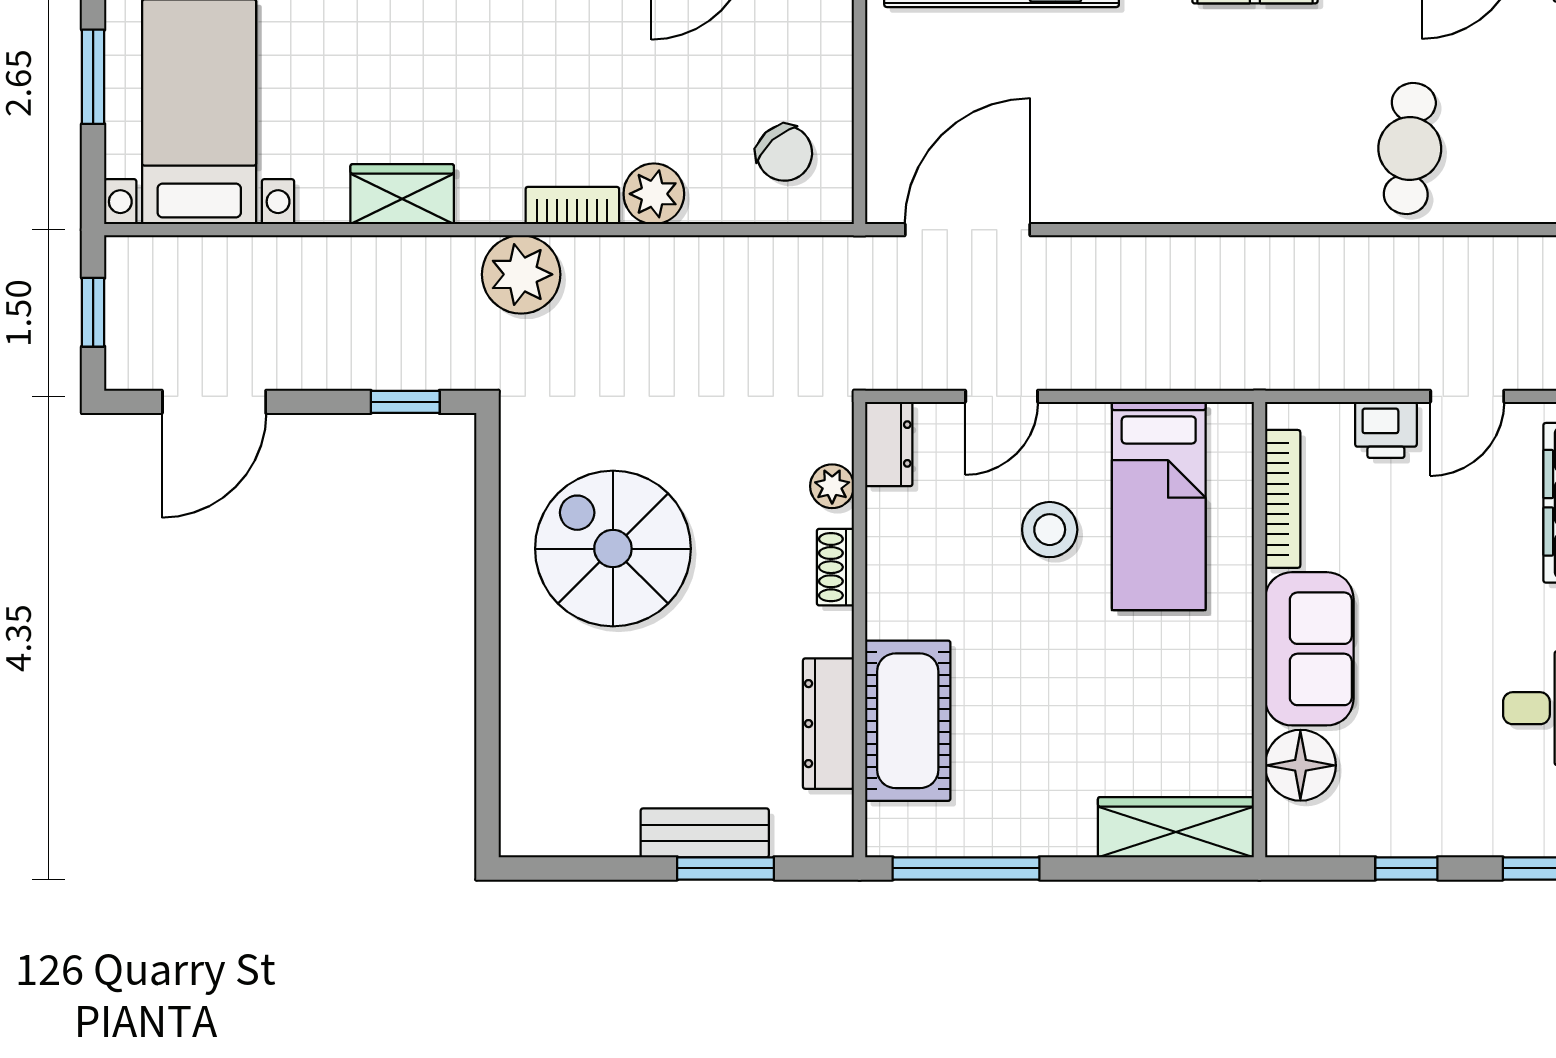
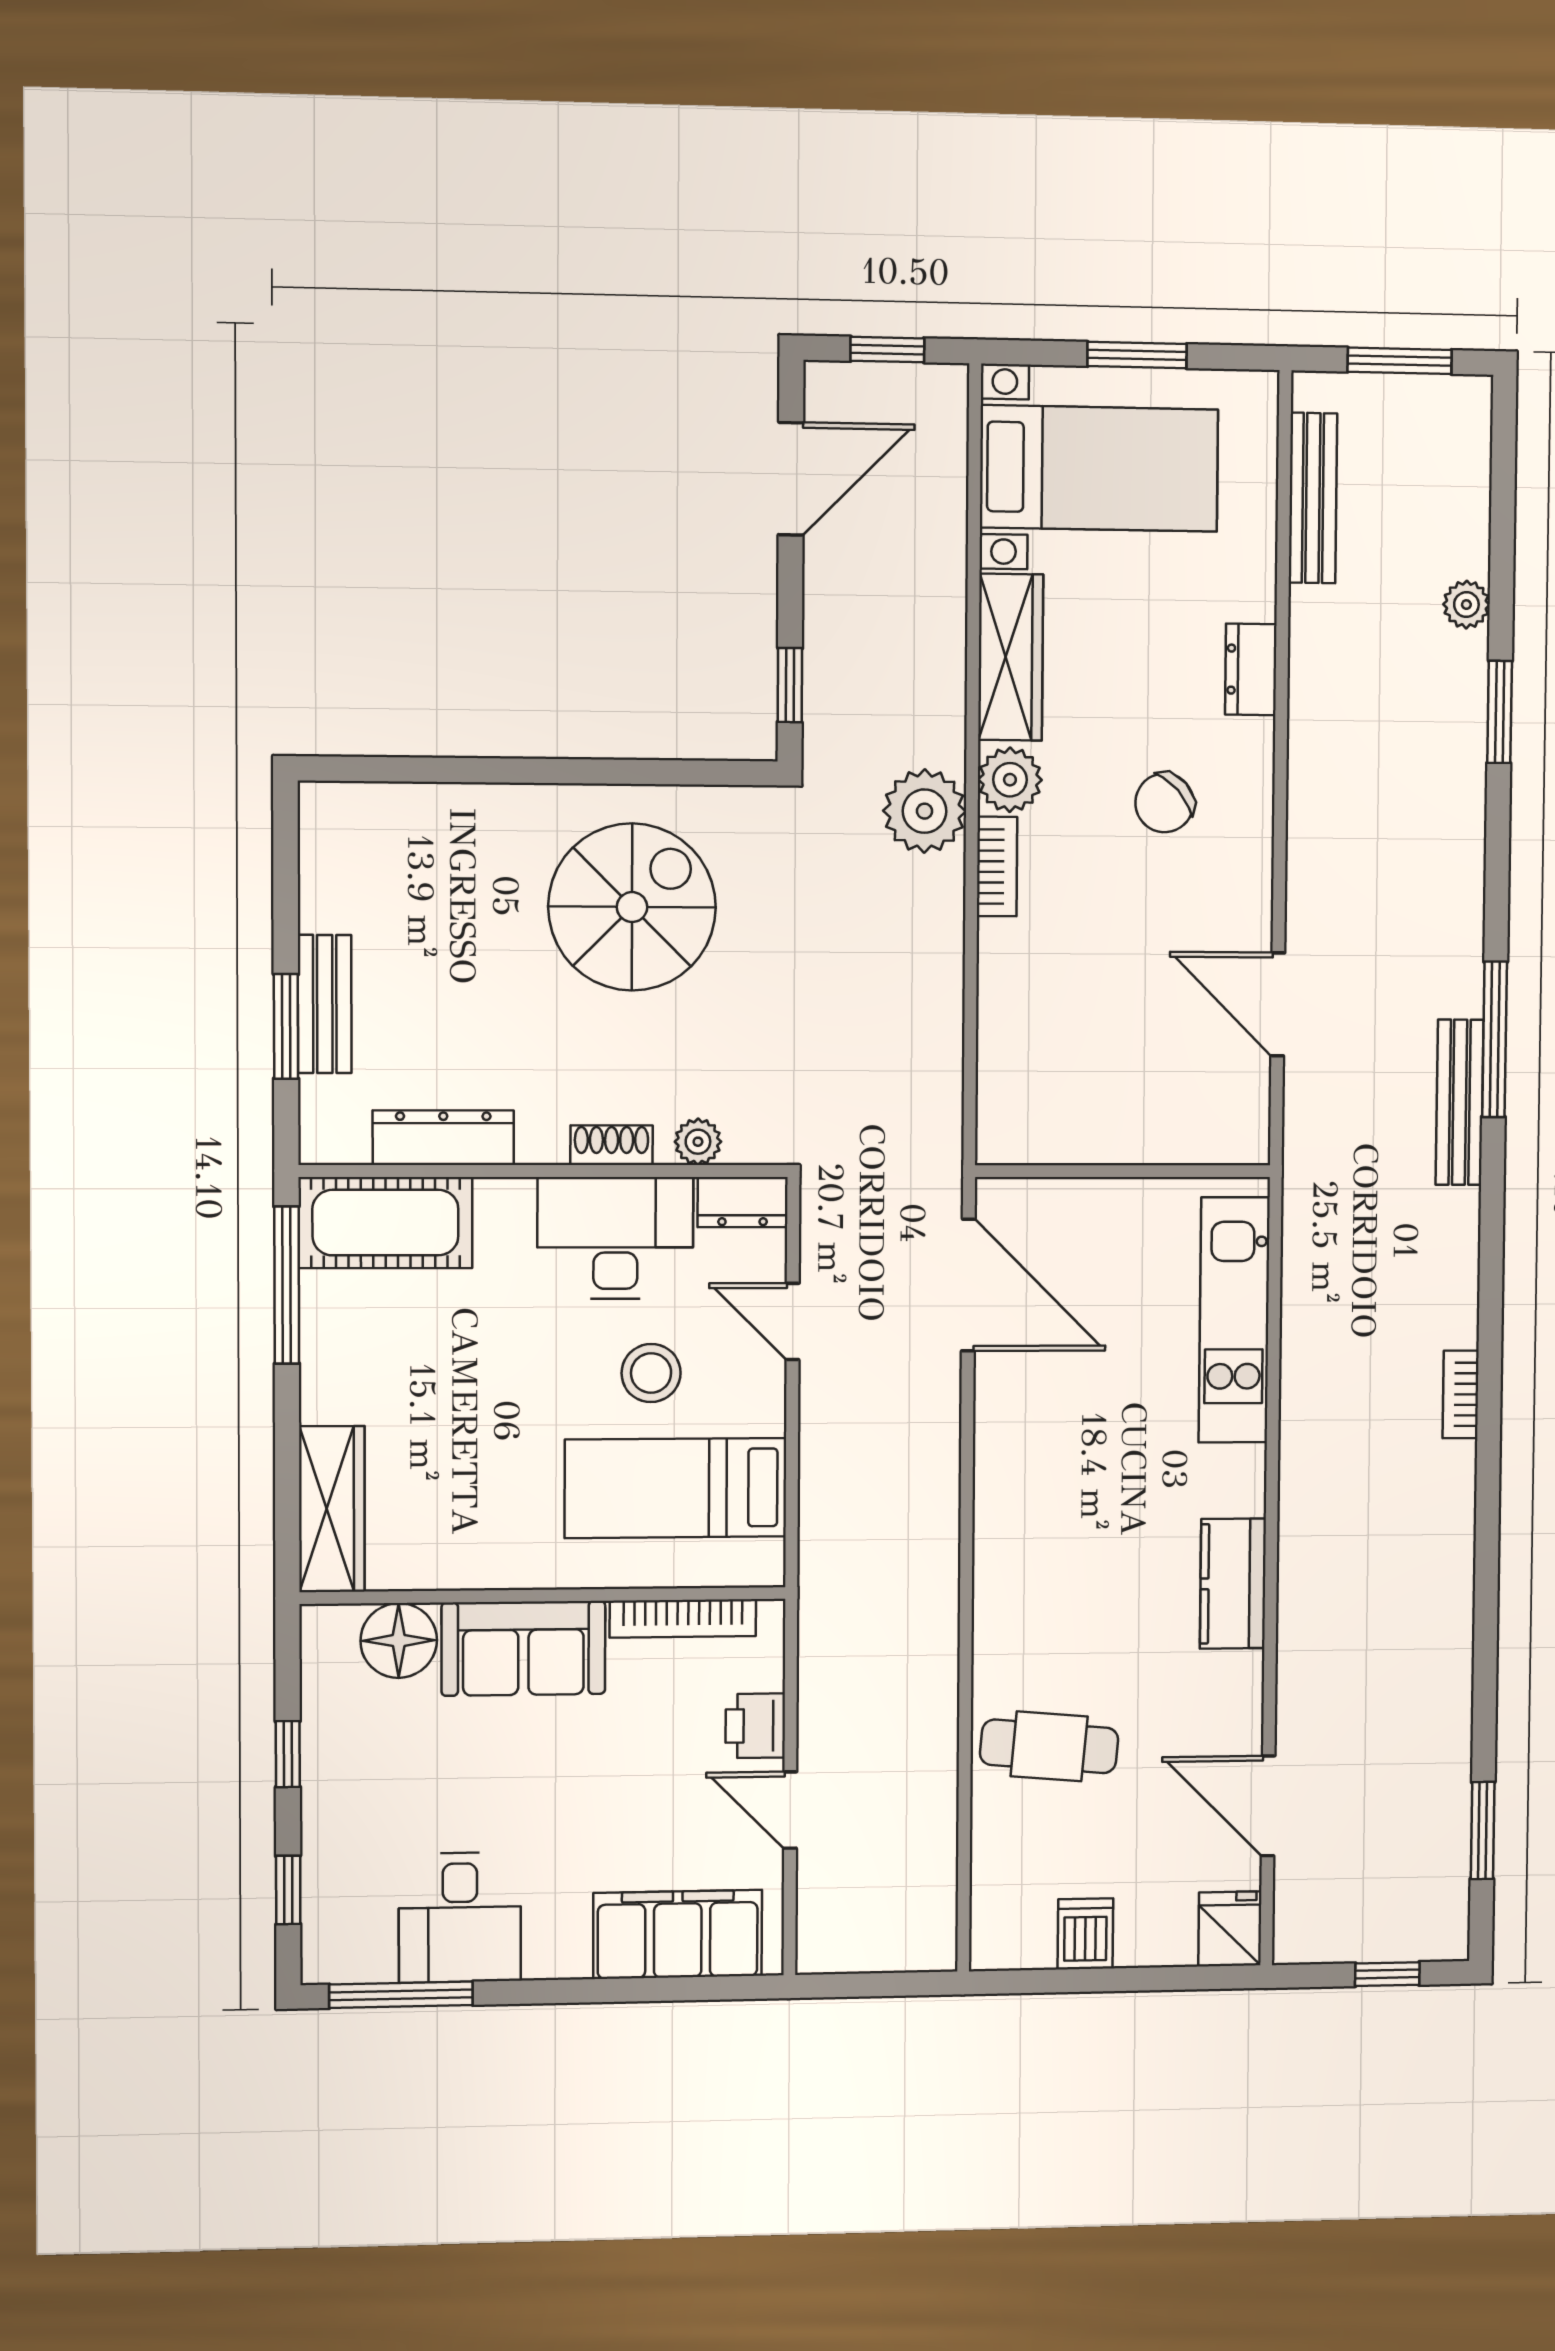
chair: (784, 153) -> (1165, 803), moved
wardrobe: (402, 194) -> (1011, 657), width x1.50
plant: (654, 194) -> (1010, 780), moved
door: (214, 402) -> (791, 479), swing flipped
desk: (922, 563) -> (615, 1238), added
cot: (908, 721) -> (386, 1223), moved

